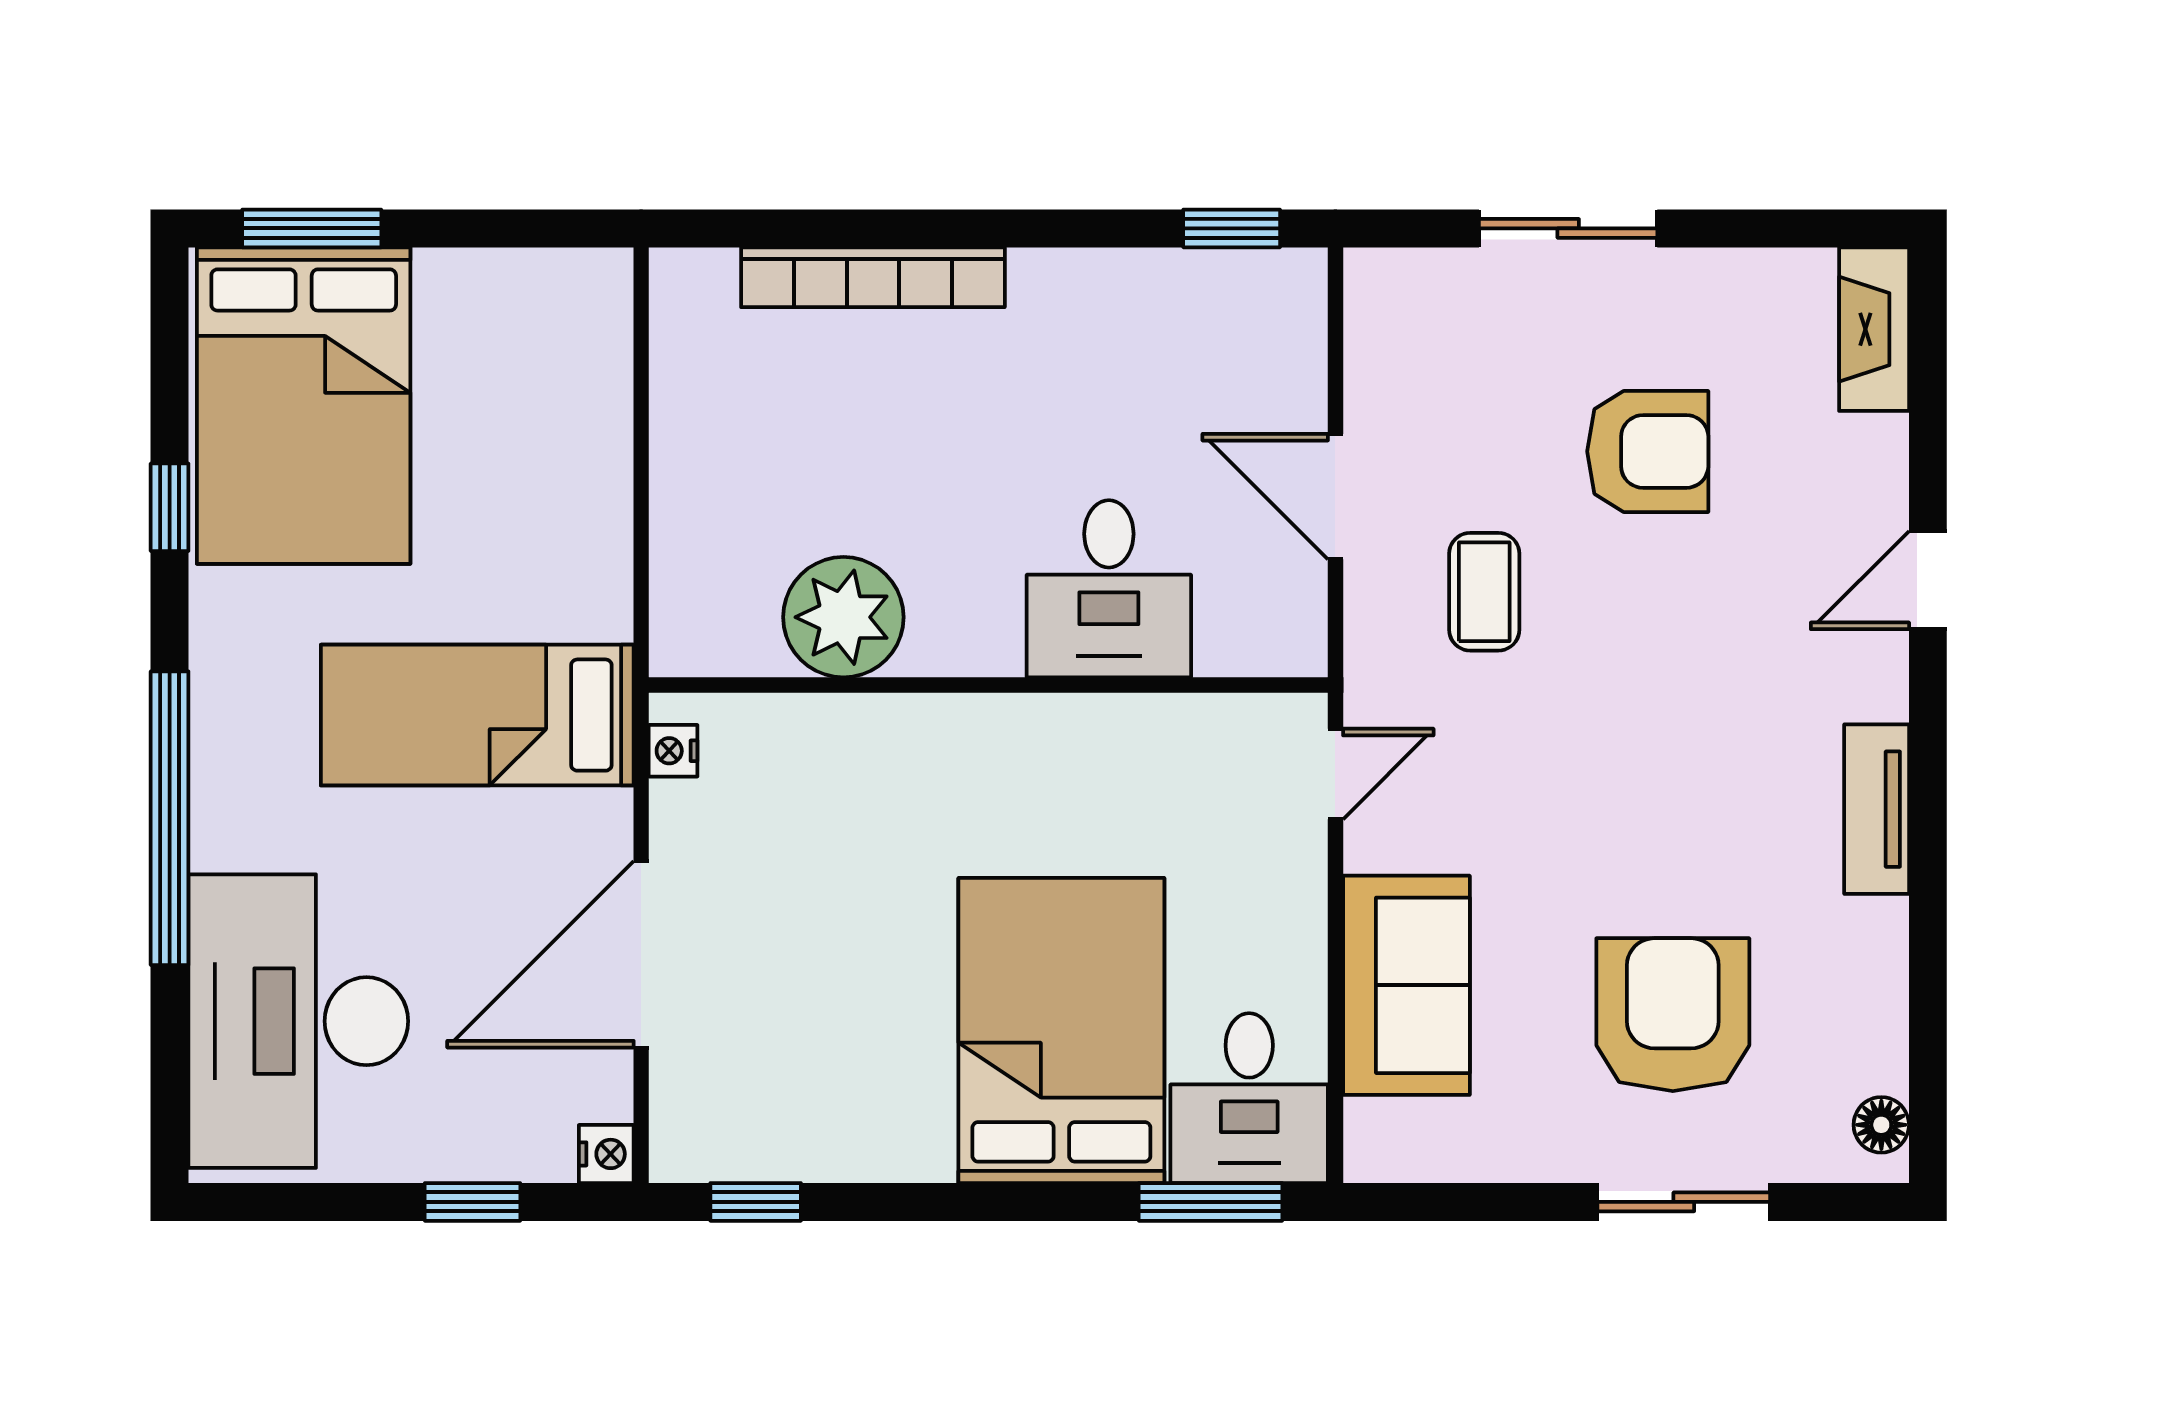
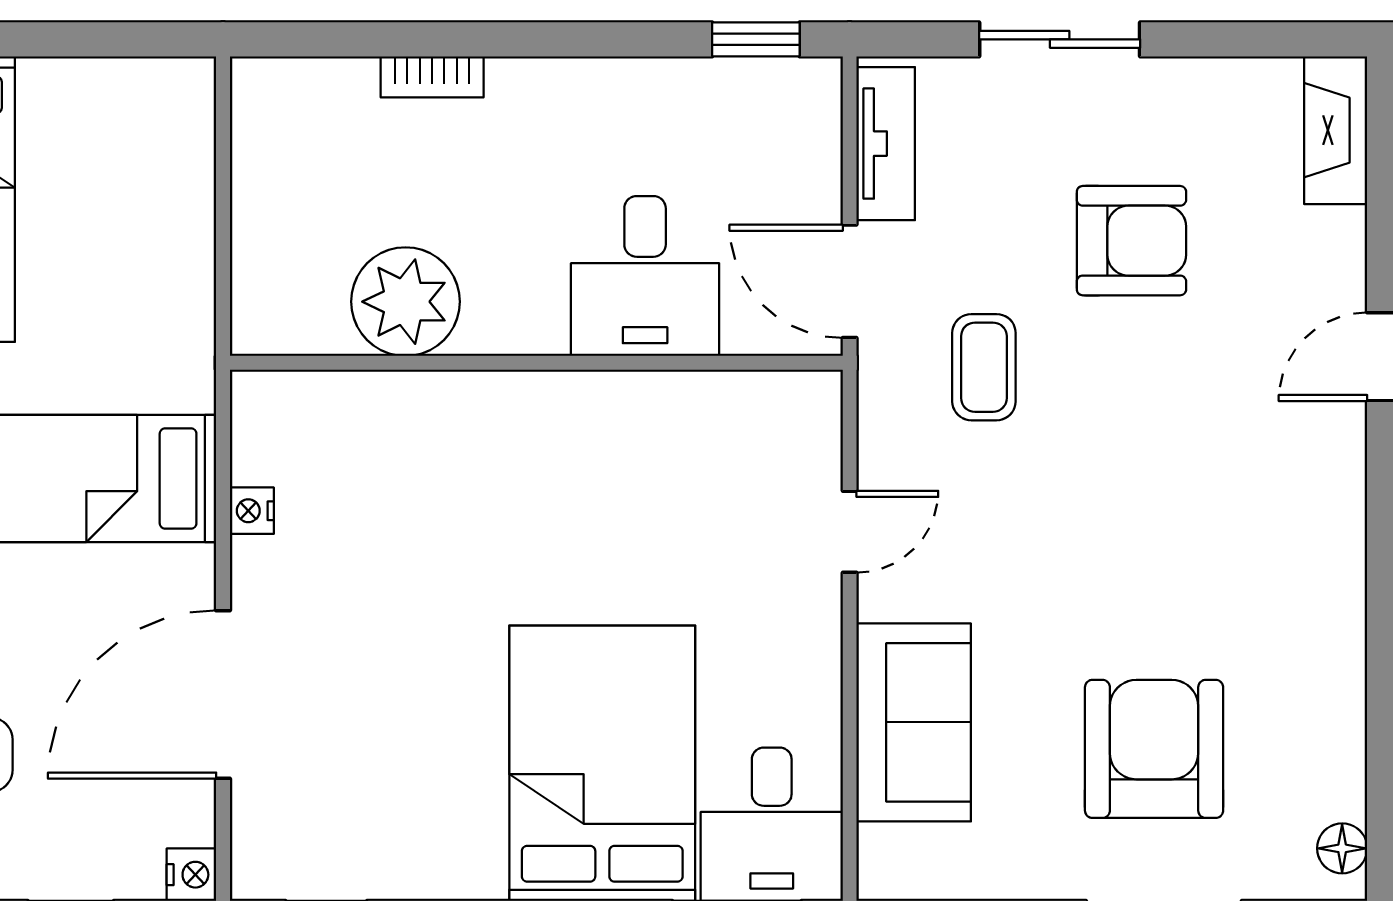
bookcase: (873, 277) -> (432, 77), width x0.43, depth x0.76
desk: (1109, 589) -> (645, 276), moved
plant: (843, 617) -> (406, 302), moved
wall: (988, 685) -> (536, 363), moved
tv unit: (1877, 809) -> (886, 144), moved, turned 180

